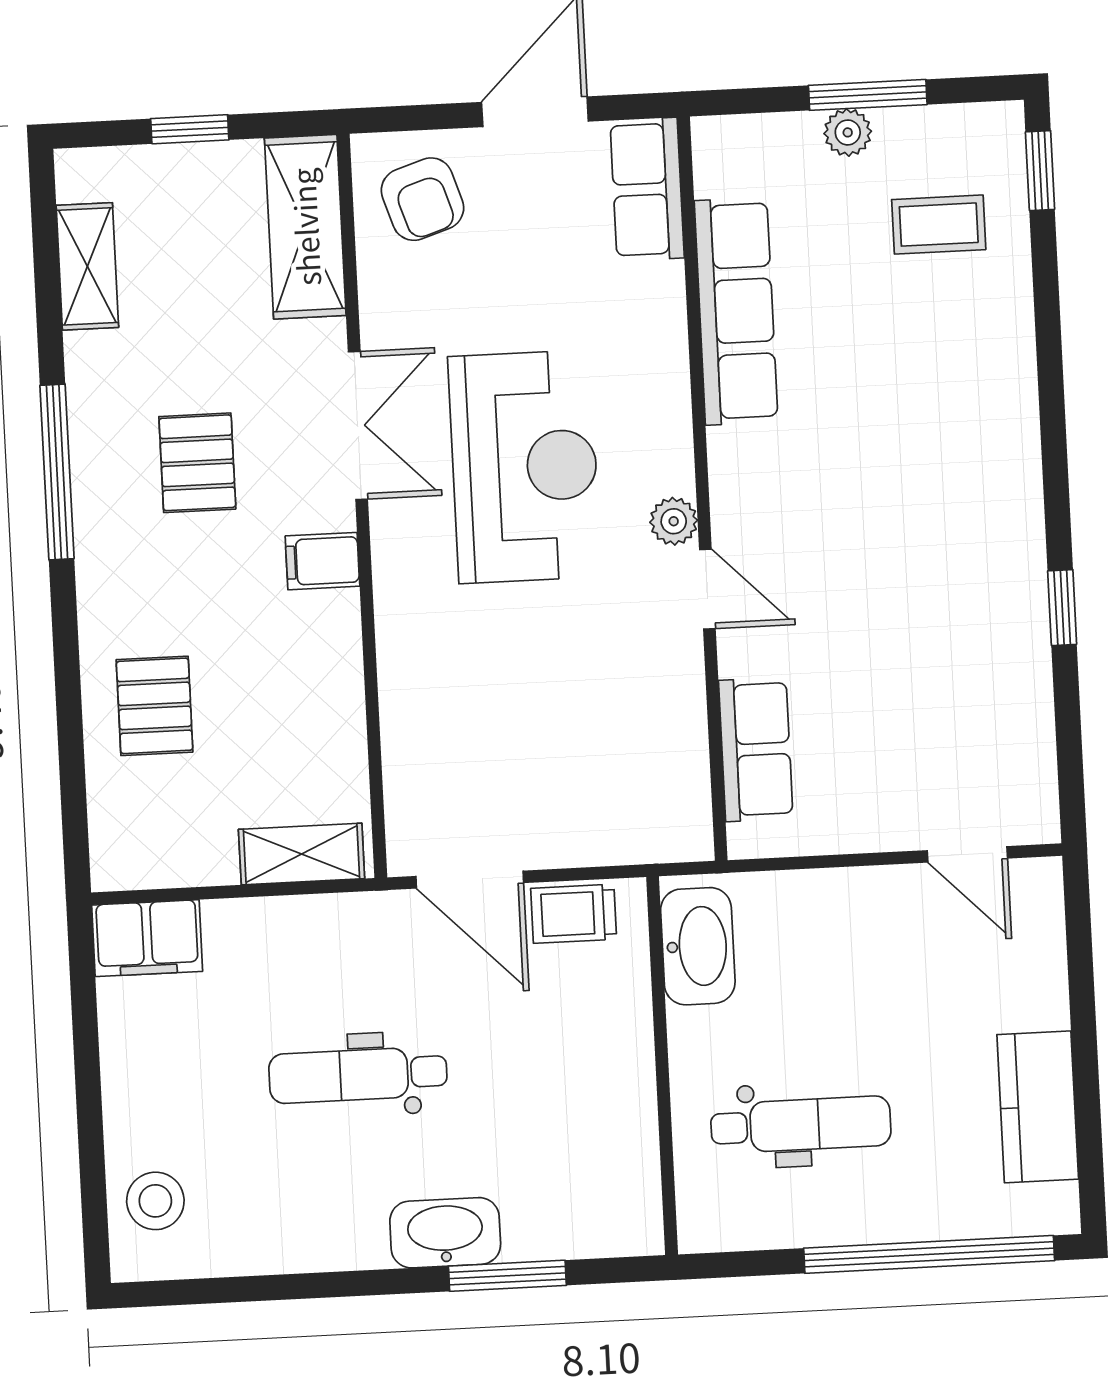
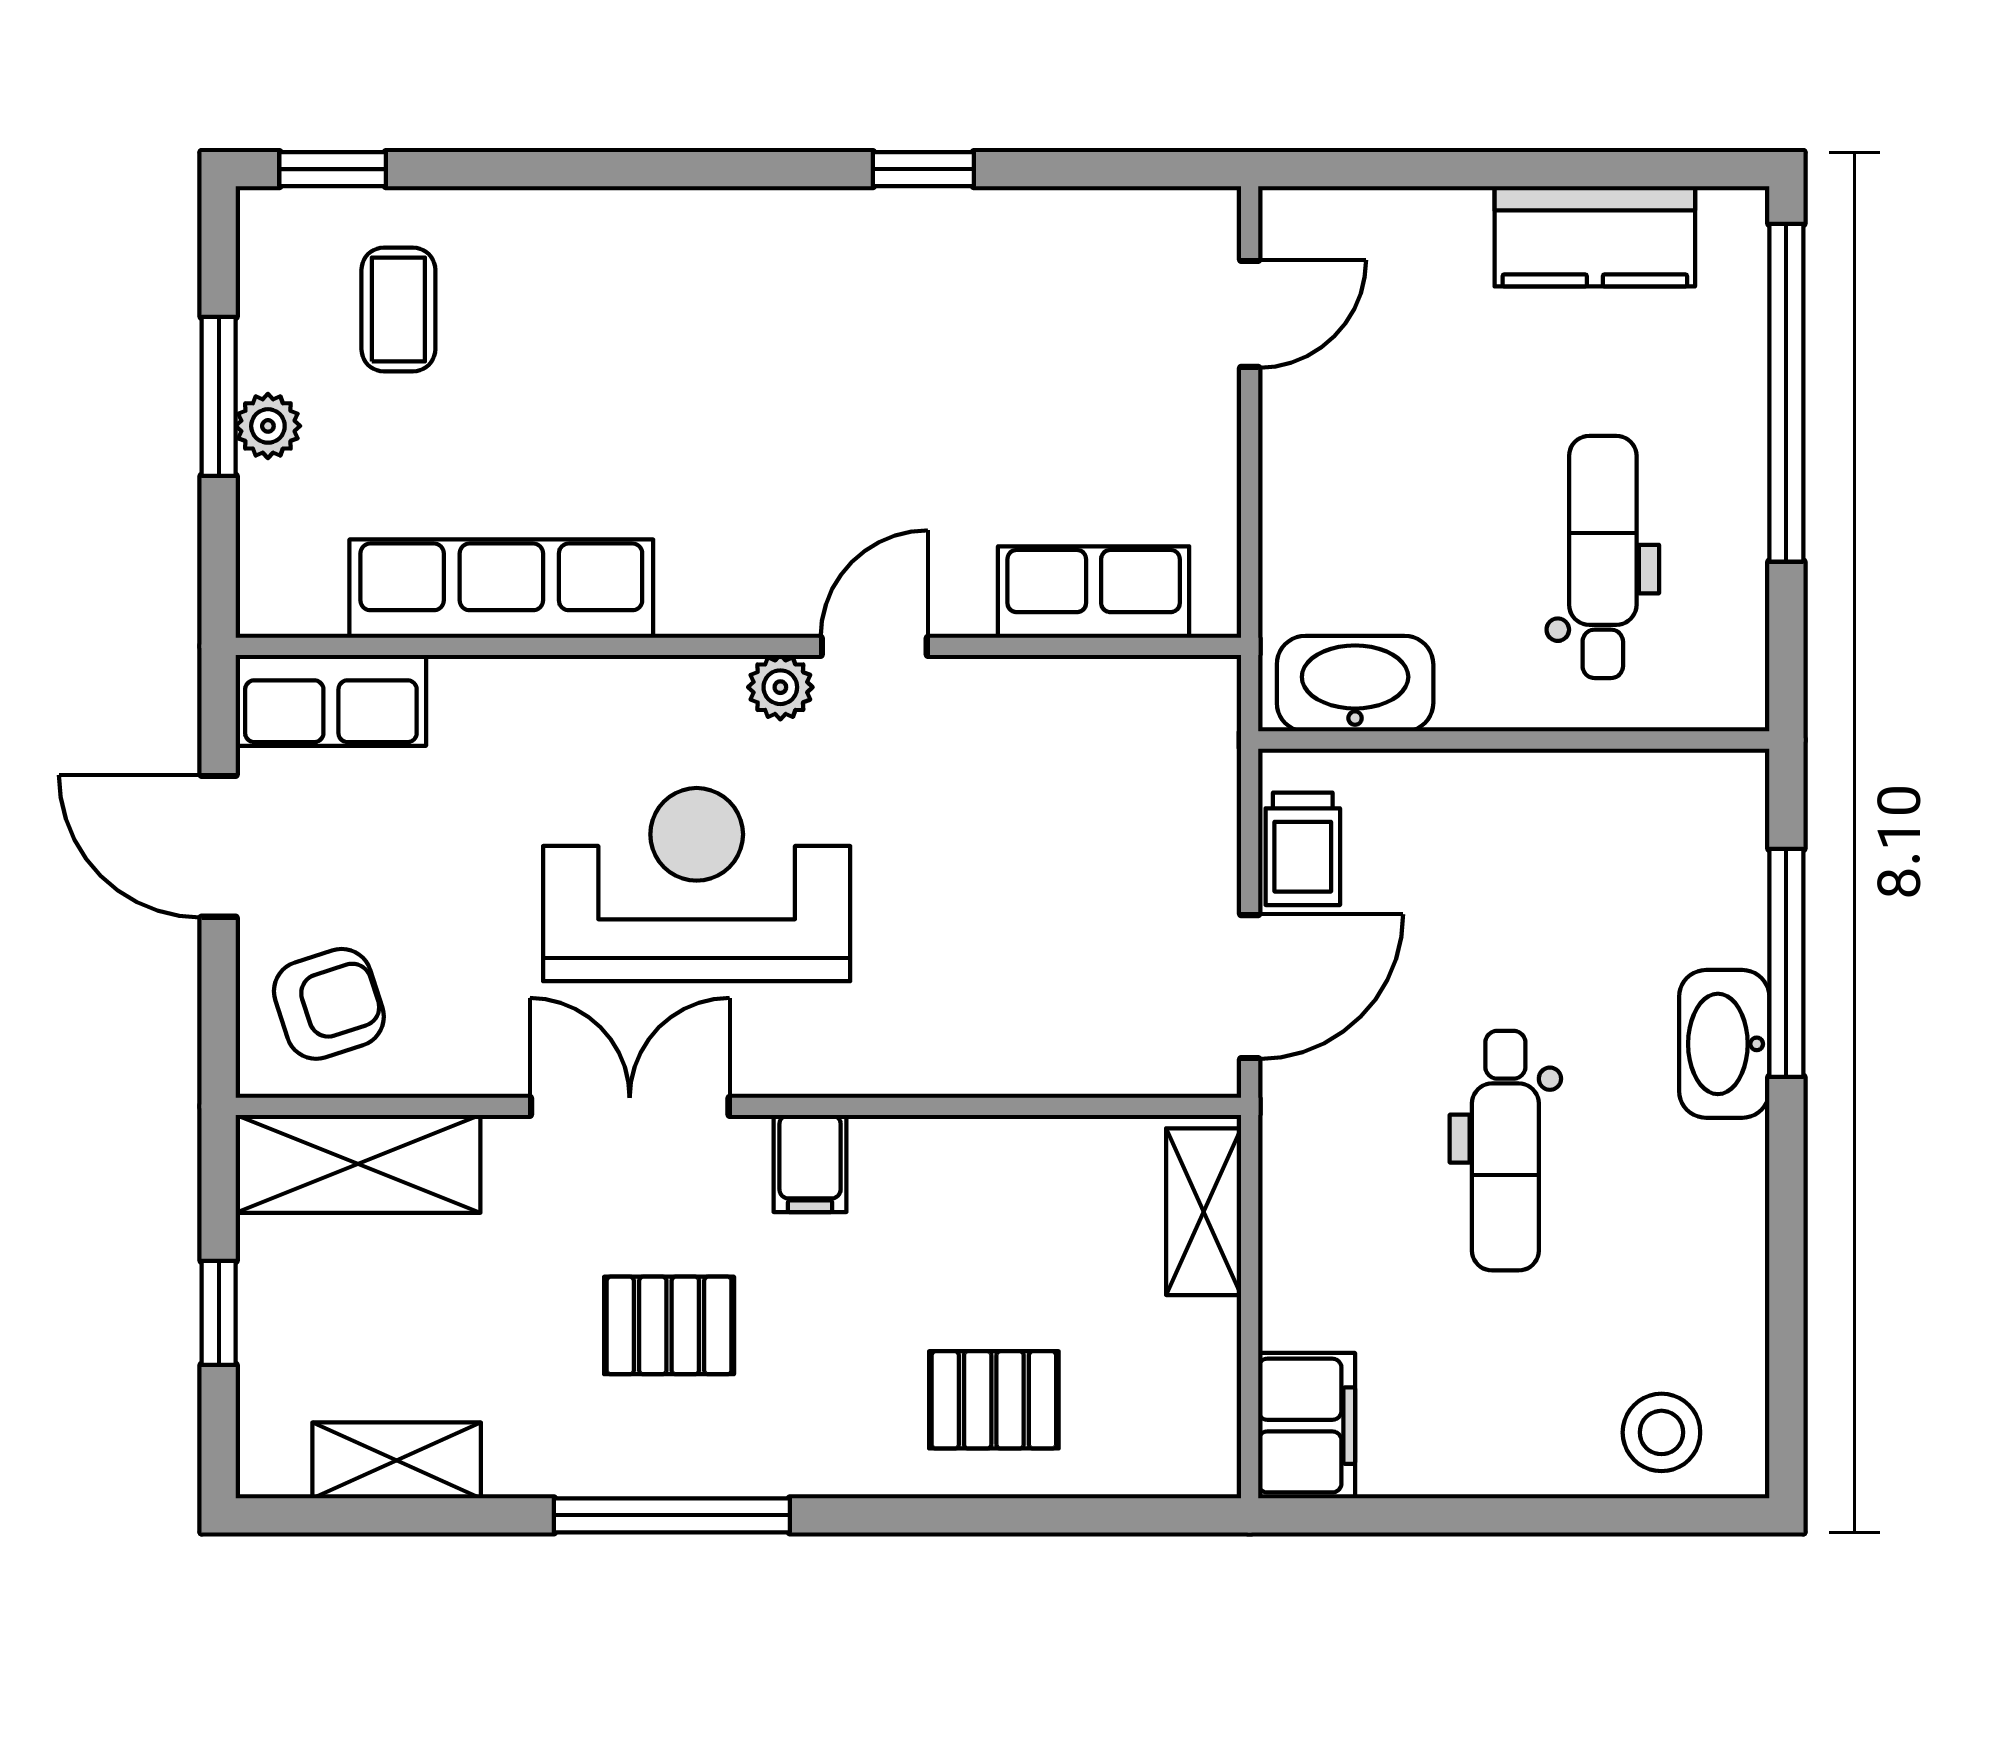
window: (507, 1276) -> (1786, 963), width x1.44

